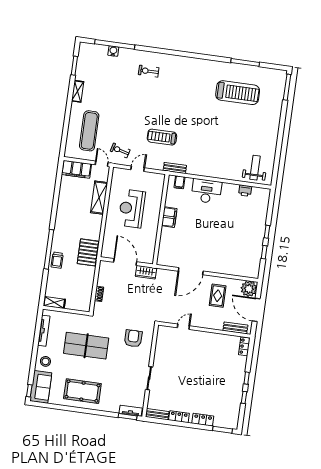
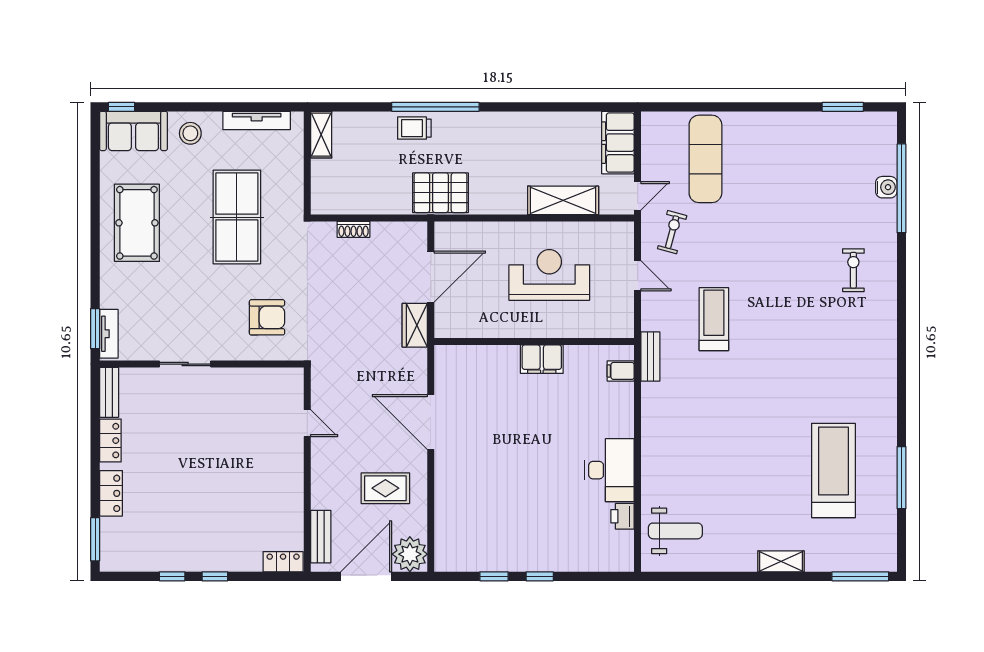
shelving: (78, 91) -> (781, 561), moved
treadmill: (238, 93) -> (833, 470), turned 180
exercise mat: (89, 131) -> (705, 159), turned 90
desk: (206, 191) -> (609, 470), moved

